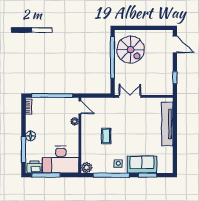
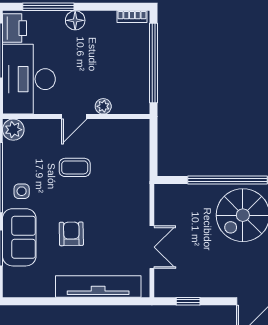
double door: (130, 96) -> (152, 247), moved
door: (80, 107) -> (74, 117), moved
armchair: (140, 138) -> (71, 234), added

